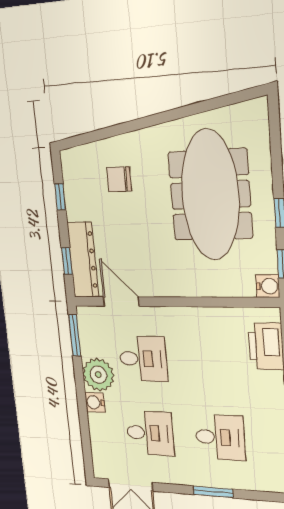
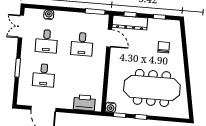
door: (121, 302) -> (109, 38), hinge flipped
plant: (98, 375) -> (76, 20), removed
water cooler: (95, 402) -> (49, 15), moved

